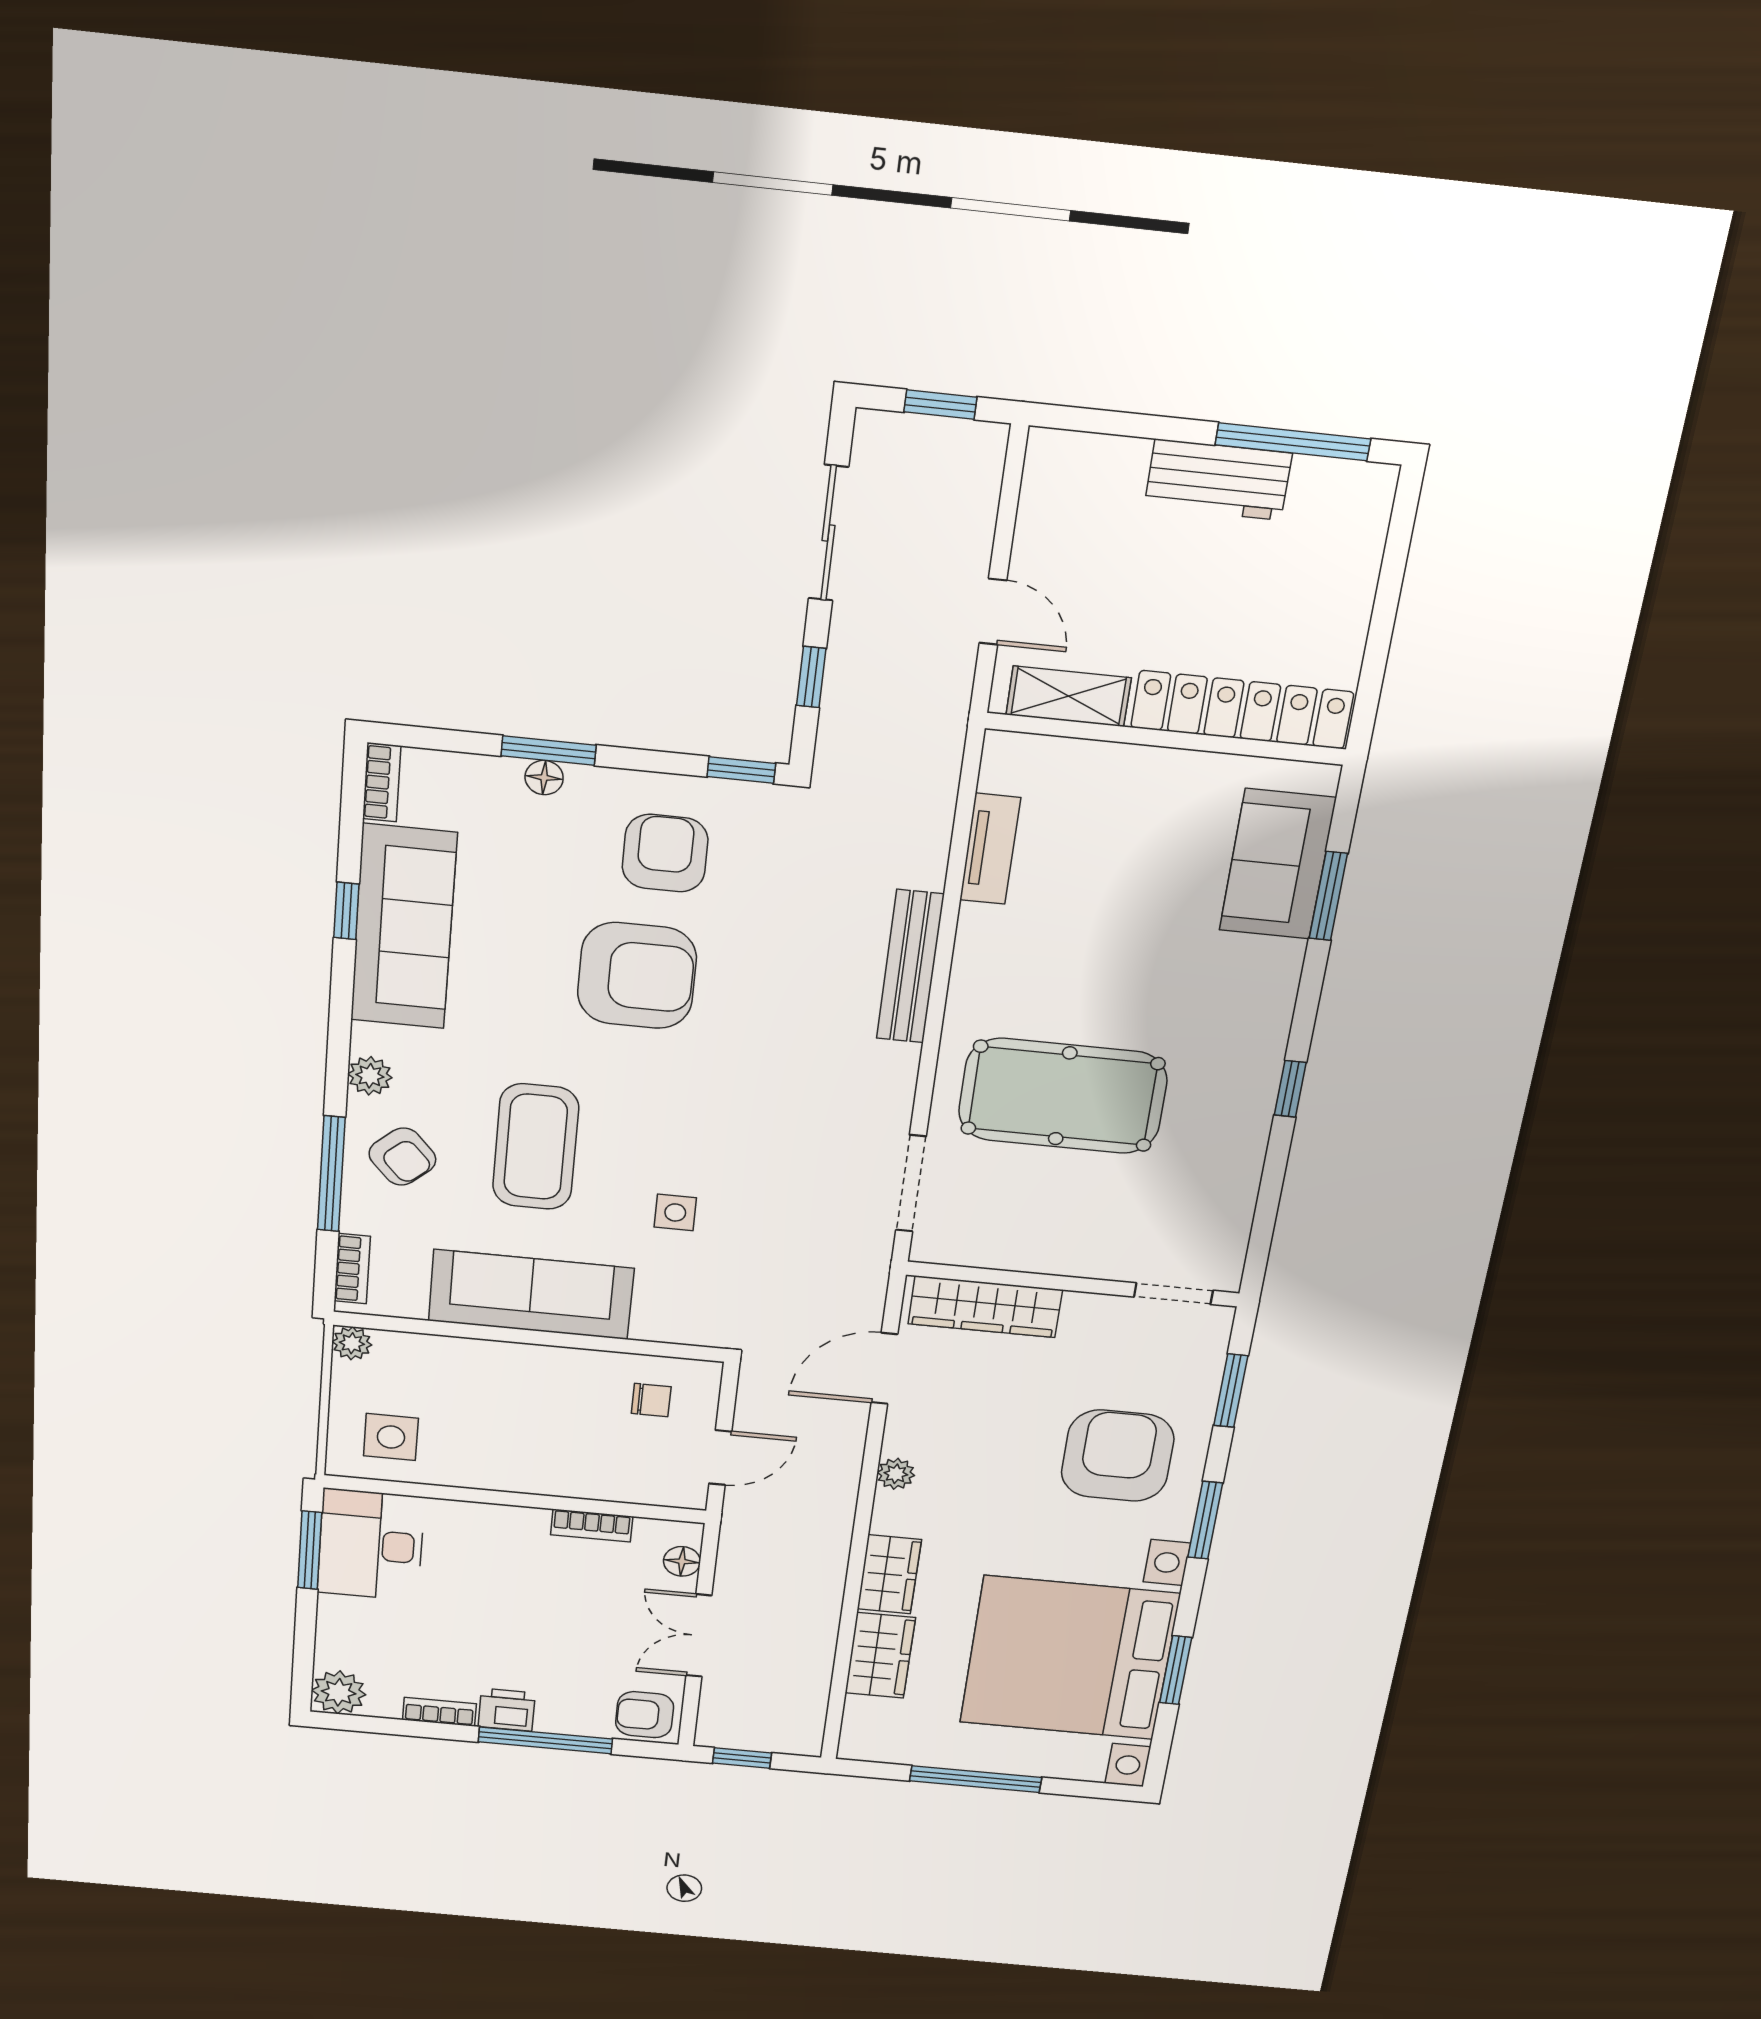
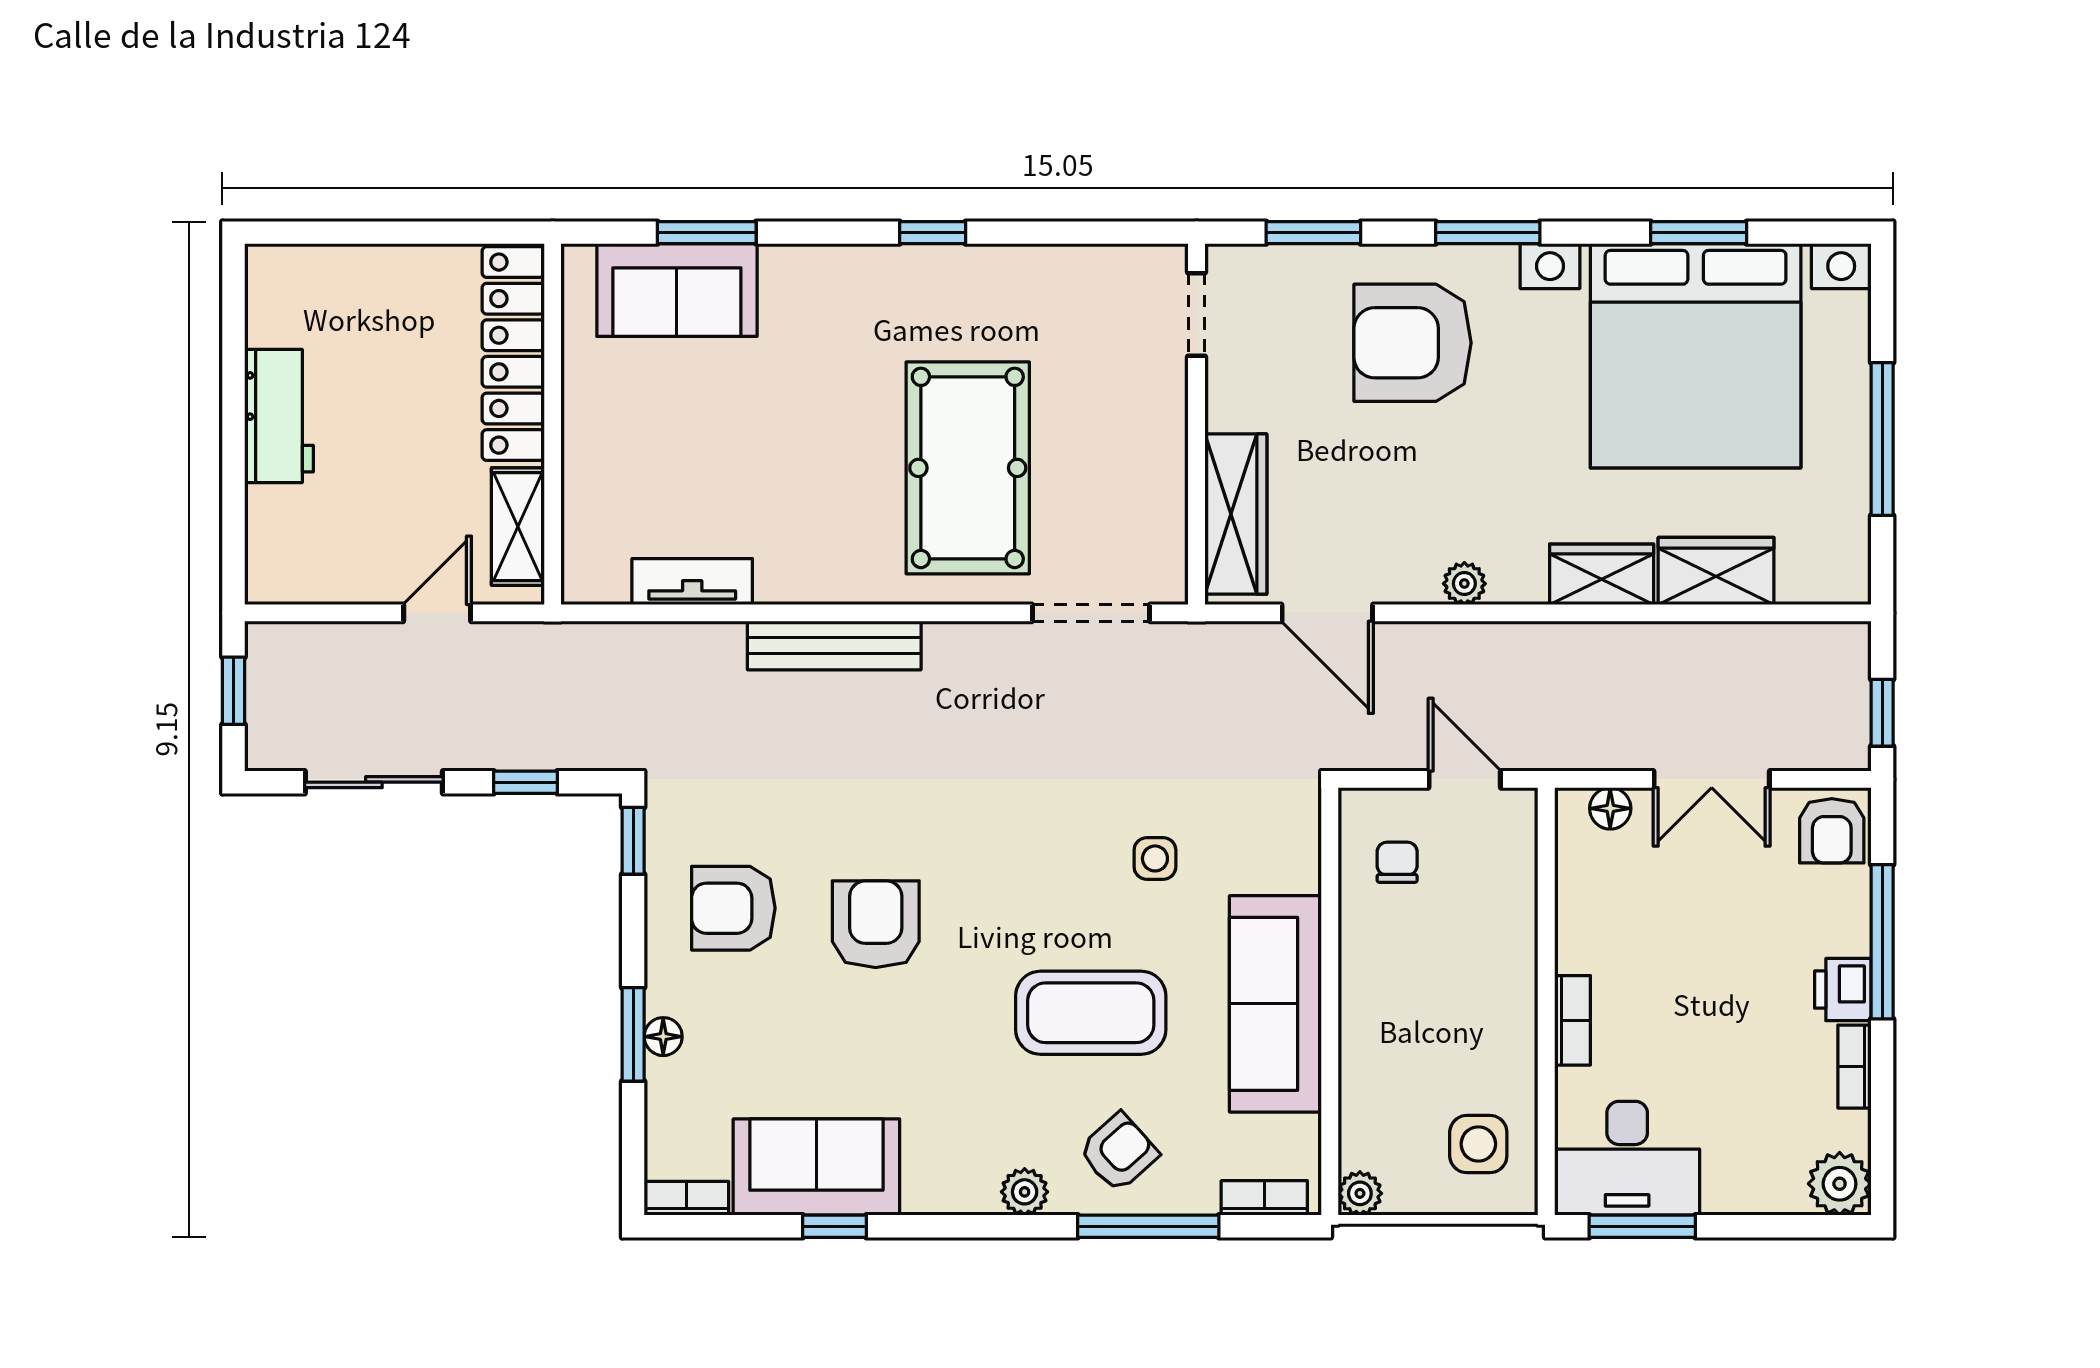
window: (1293, 442) -> (233, 351), removed
sofa: (404, 927) -> (816, 1167), width x0.73
armchair: (637, 976) -> (876, 924), width x0.73, depth x0.73
bookcase: (592, 1526) -> (1573, 1020), moved

